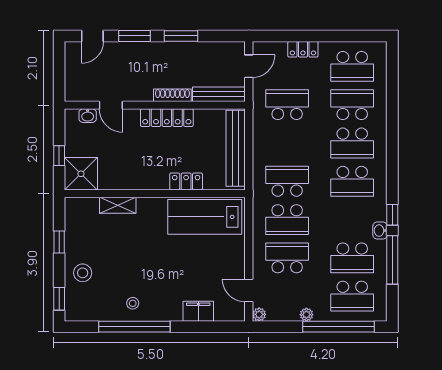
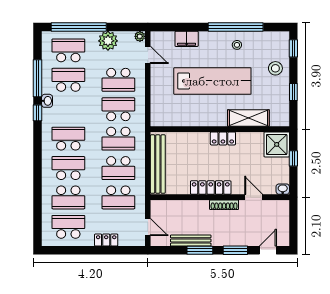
door: (249, 66) -> (148, 227), swing flipped
bench: (219, 94) -> (191, 240), moved
shoe rack: (172, 95) -> (224, 205), moved
washbasin: (88, 116) -> (283, 189), moved
school desk: (287, 143) -> (118, 168), added
locker: (186, 182) -> (223, 138), moved
shelving: (118, 205) -> (248, 118), width x1.50, depth x1.33
lab bench: (205, 217) -> (212, 81), moved, width x1.36
plant: (306, 315) -> (108, 41), width x1.88, depth x1.88

